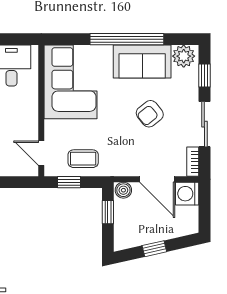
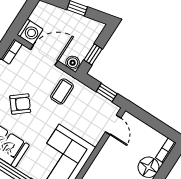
coffee table: (83, 159) -> (62, 91), moved, turned 90
door: (157, 179) -> (44, 55), hinge flipped

